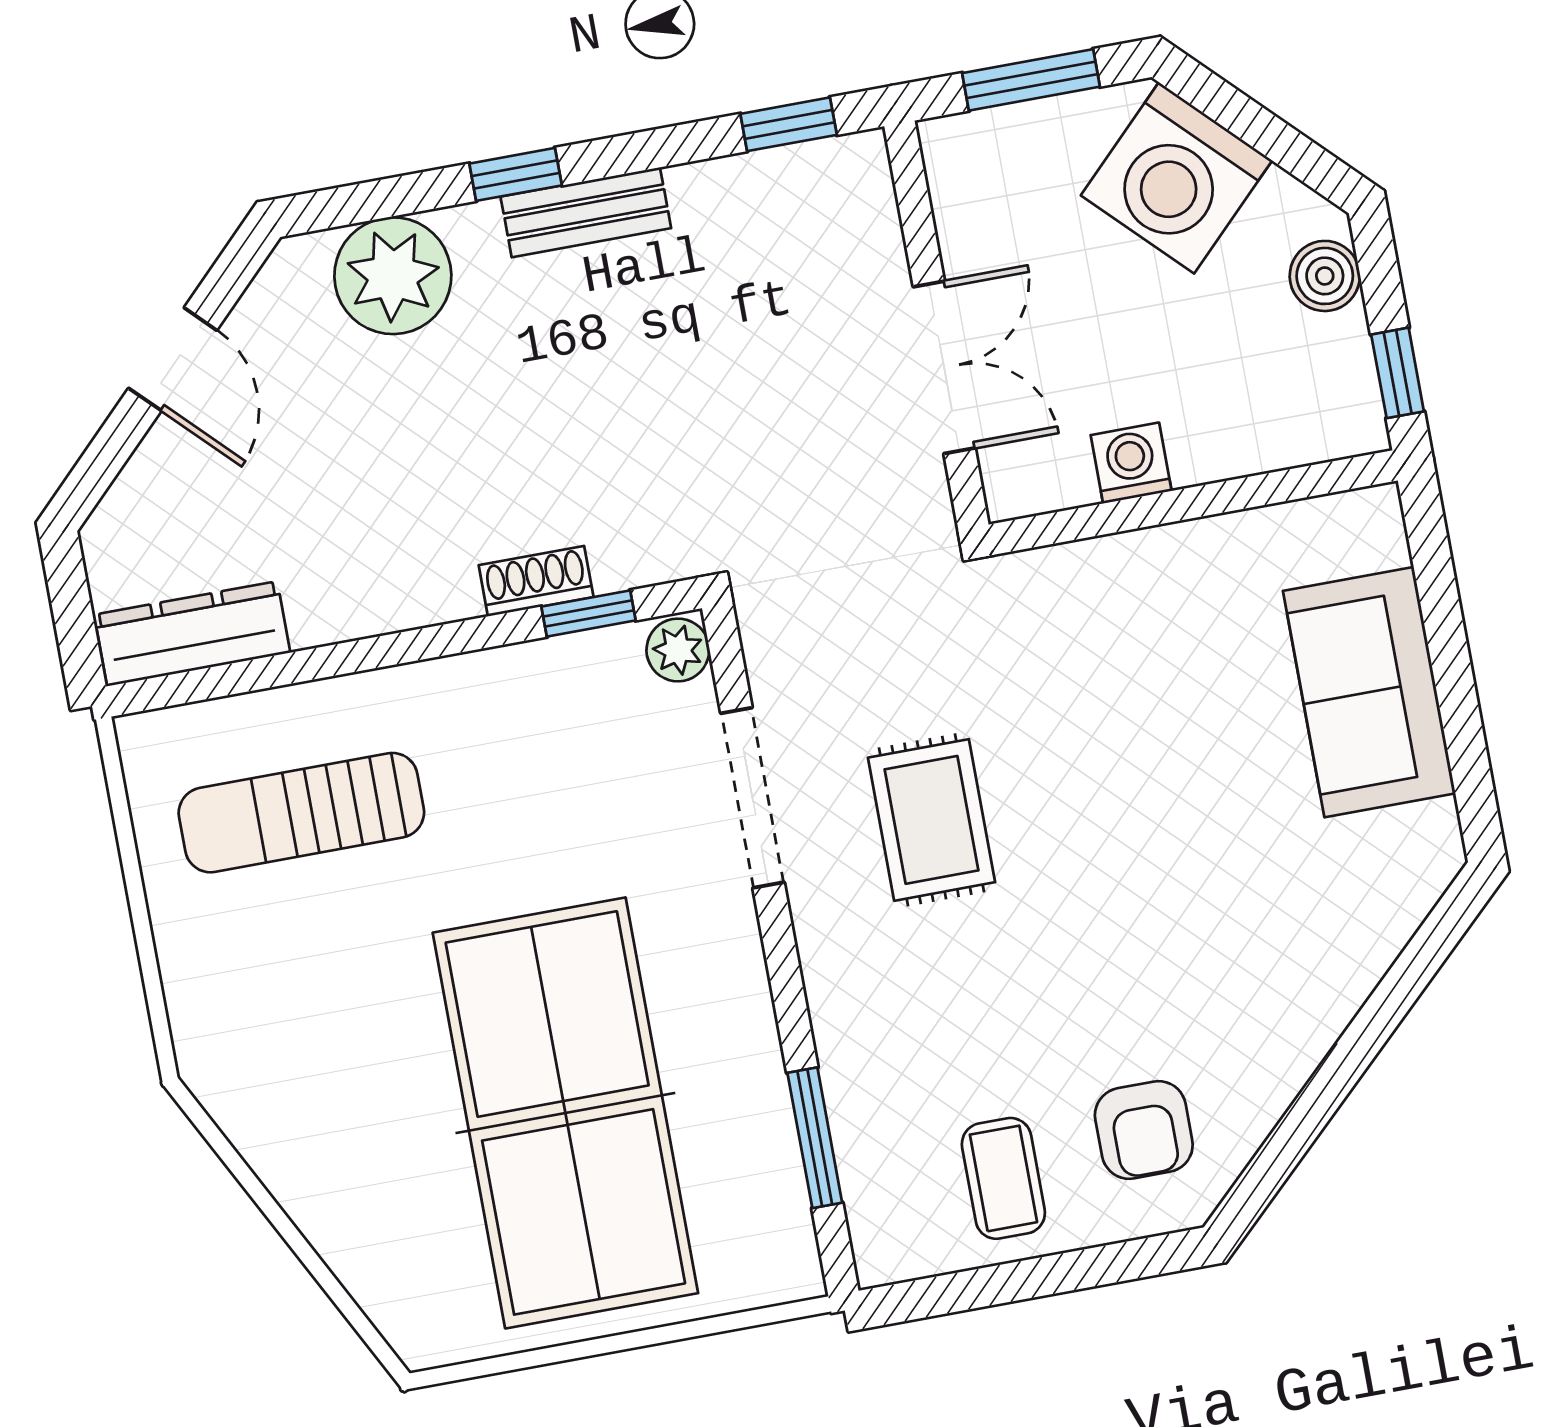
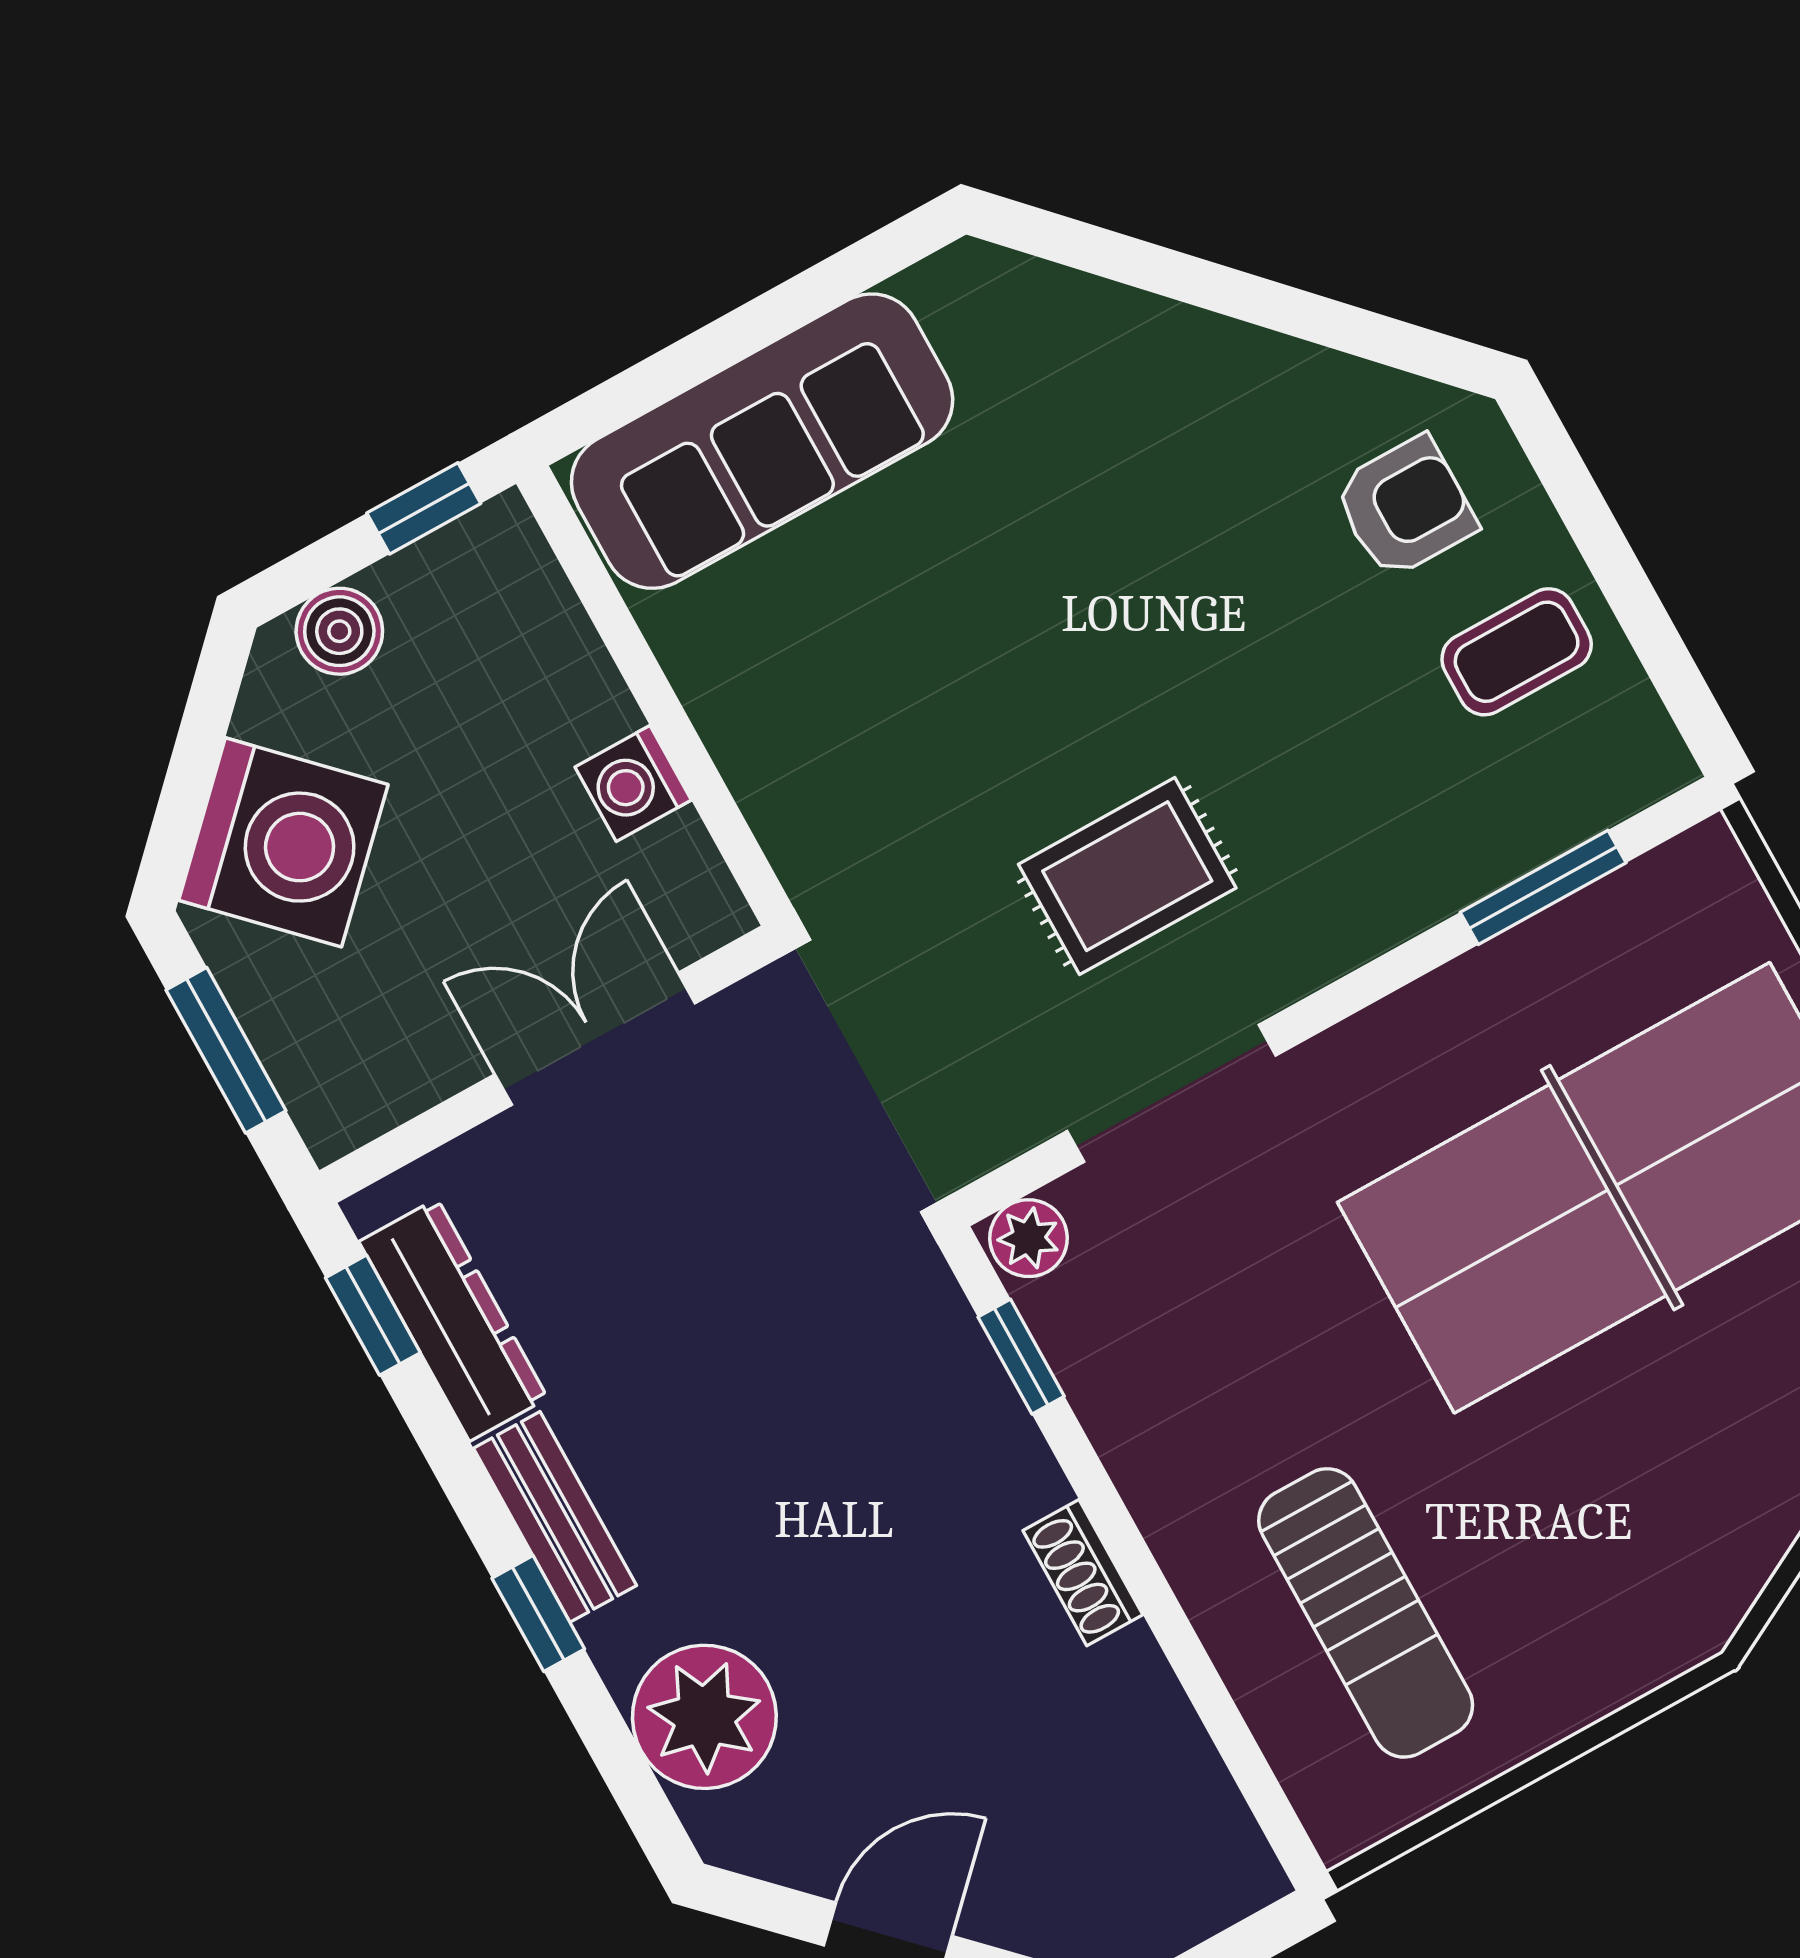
shoe rack: (536, 581) -> (1083, 1573), moved
dresser: (192, 634) -> (453, 1320), moved, turned 180
sofa: (1369, 692) -> (762, 441), width x1.36

